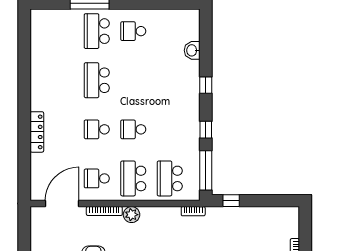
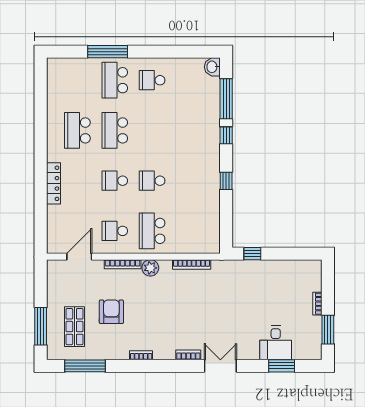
washbasin: (192, 50) -> (212, 67), moved
window: (206, 170) -> (226, 99), moved
school desk: (170, 178) -> (77, 130), moved
door: (62, 204) -> (79, 257), width x0.73
bookcase: (193, 211) -> (192, 264), moved, width x1.56

